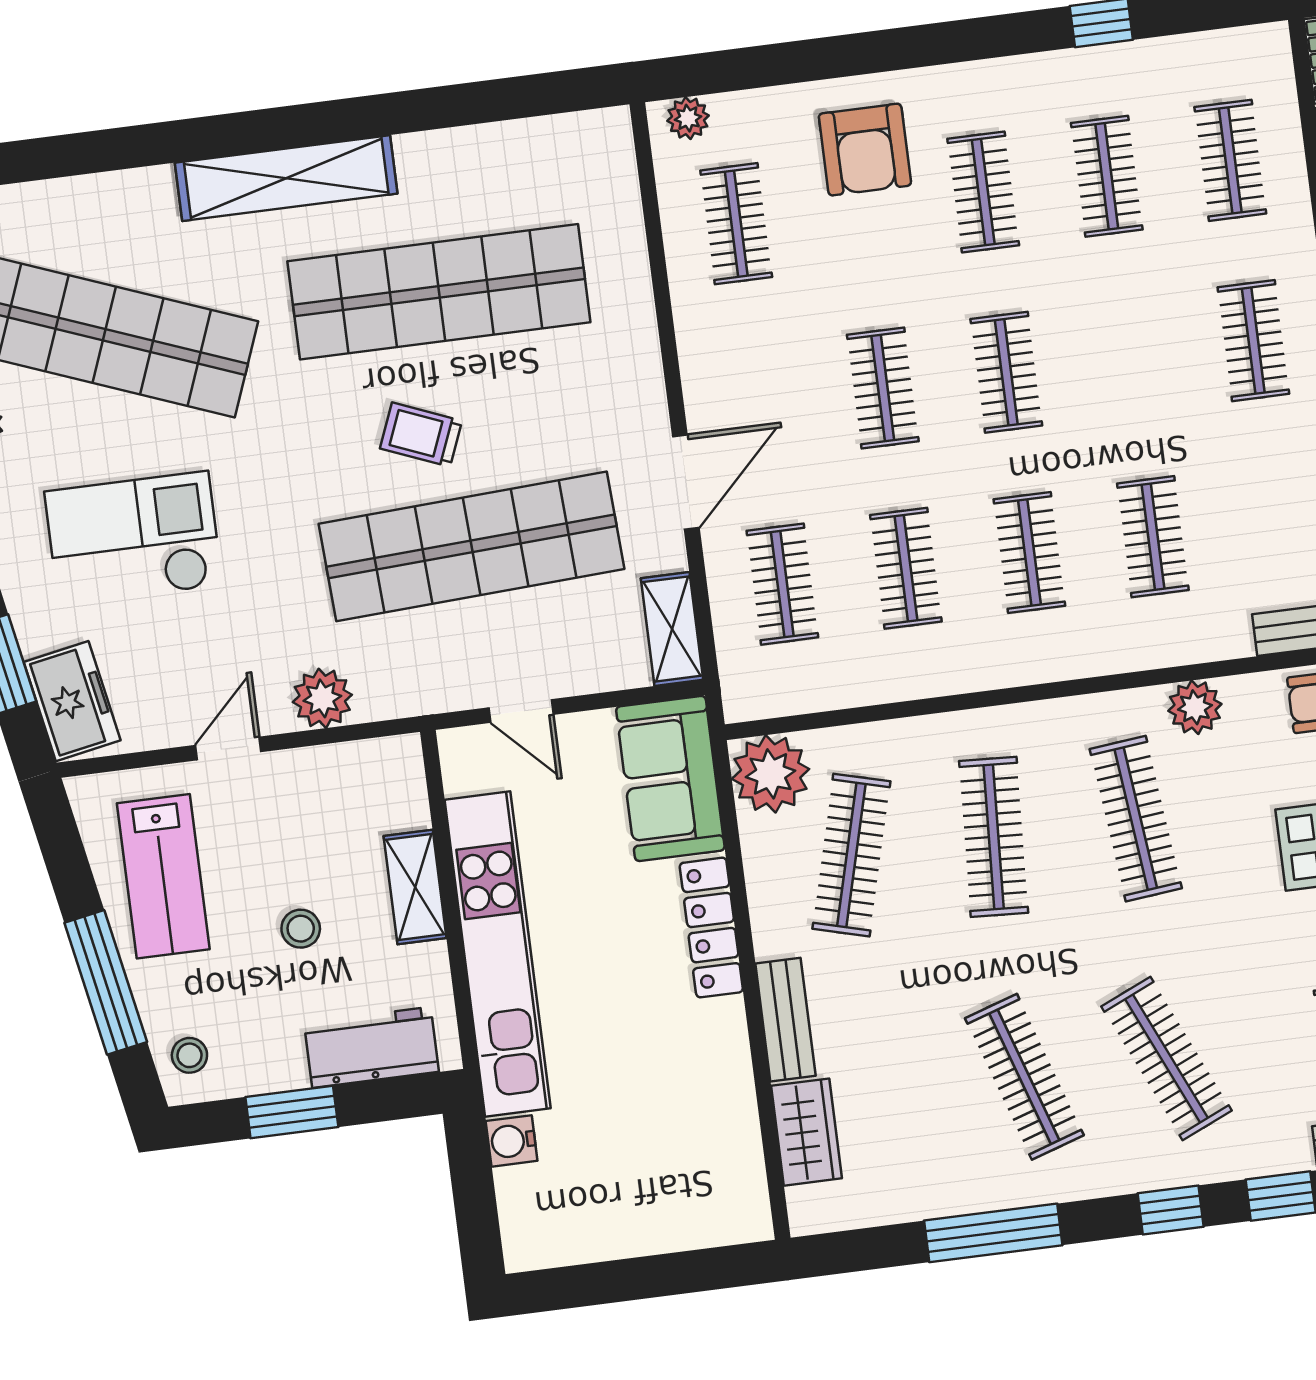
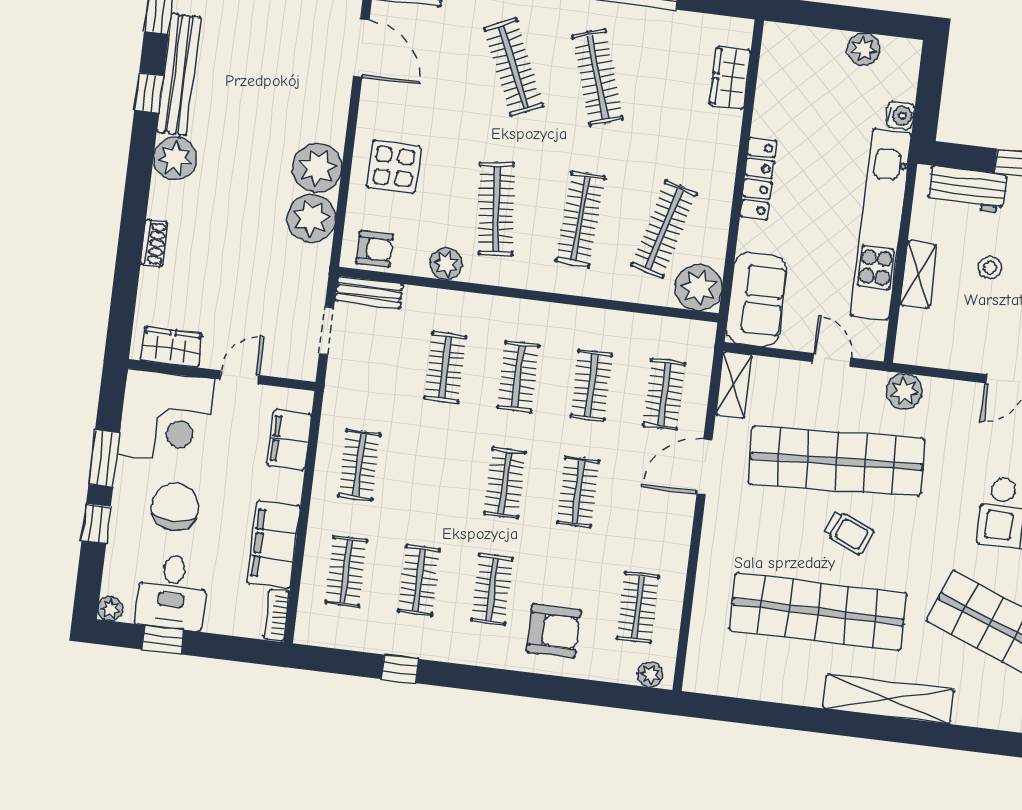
armchair: (865, 150) -> (554, 631), turned 90
plant: (322, 698) -> (904, 391), moved
locker: (711, 928) -> (758, 179), moved
bench: (785, 1020) -> (726, 145), removed
plant: (599, 1234) -> (864, 49), added

